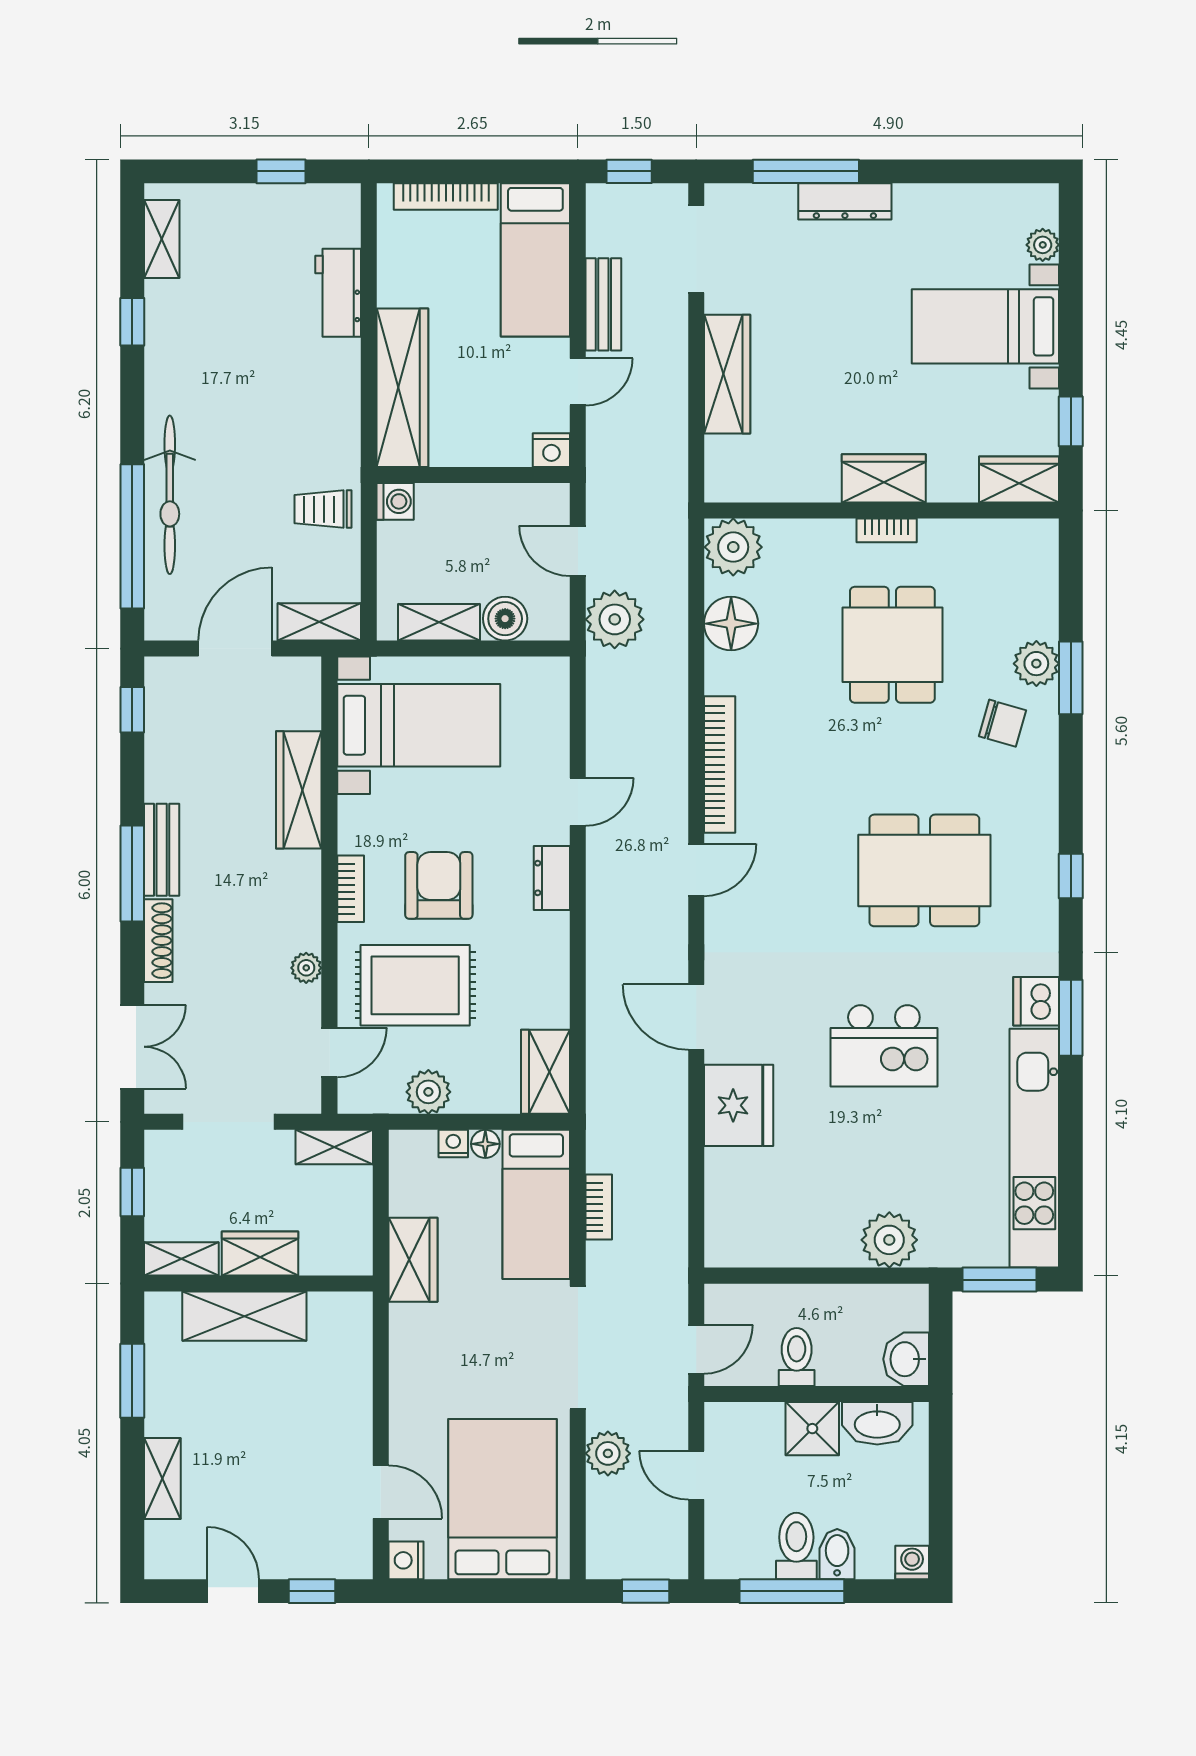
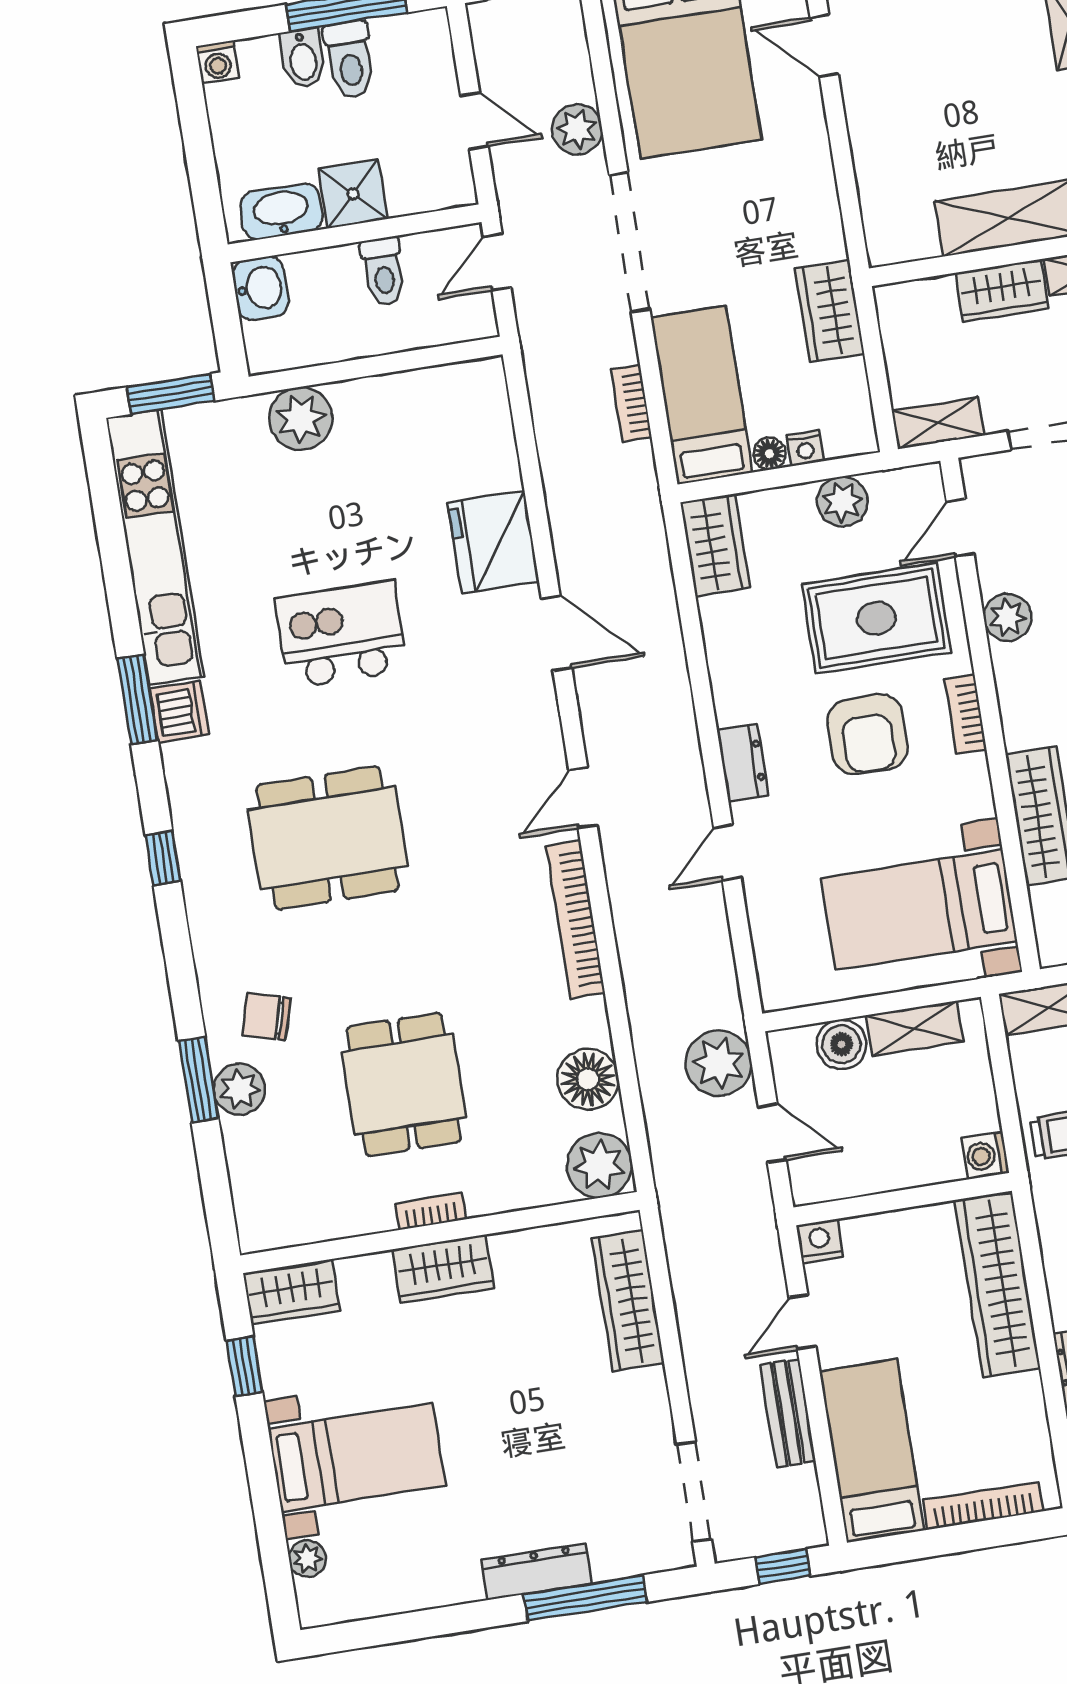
wardrobe: (727, 374) -> (628, 1301), moved
plant: (306, 968) -> (1008, 617), width x1.38, depth x1.38

